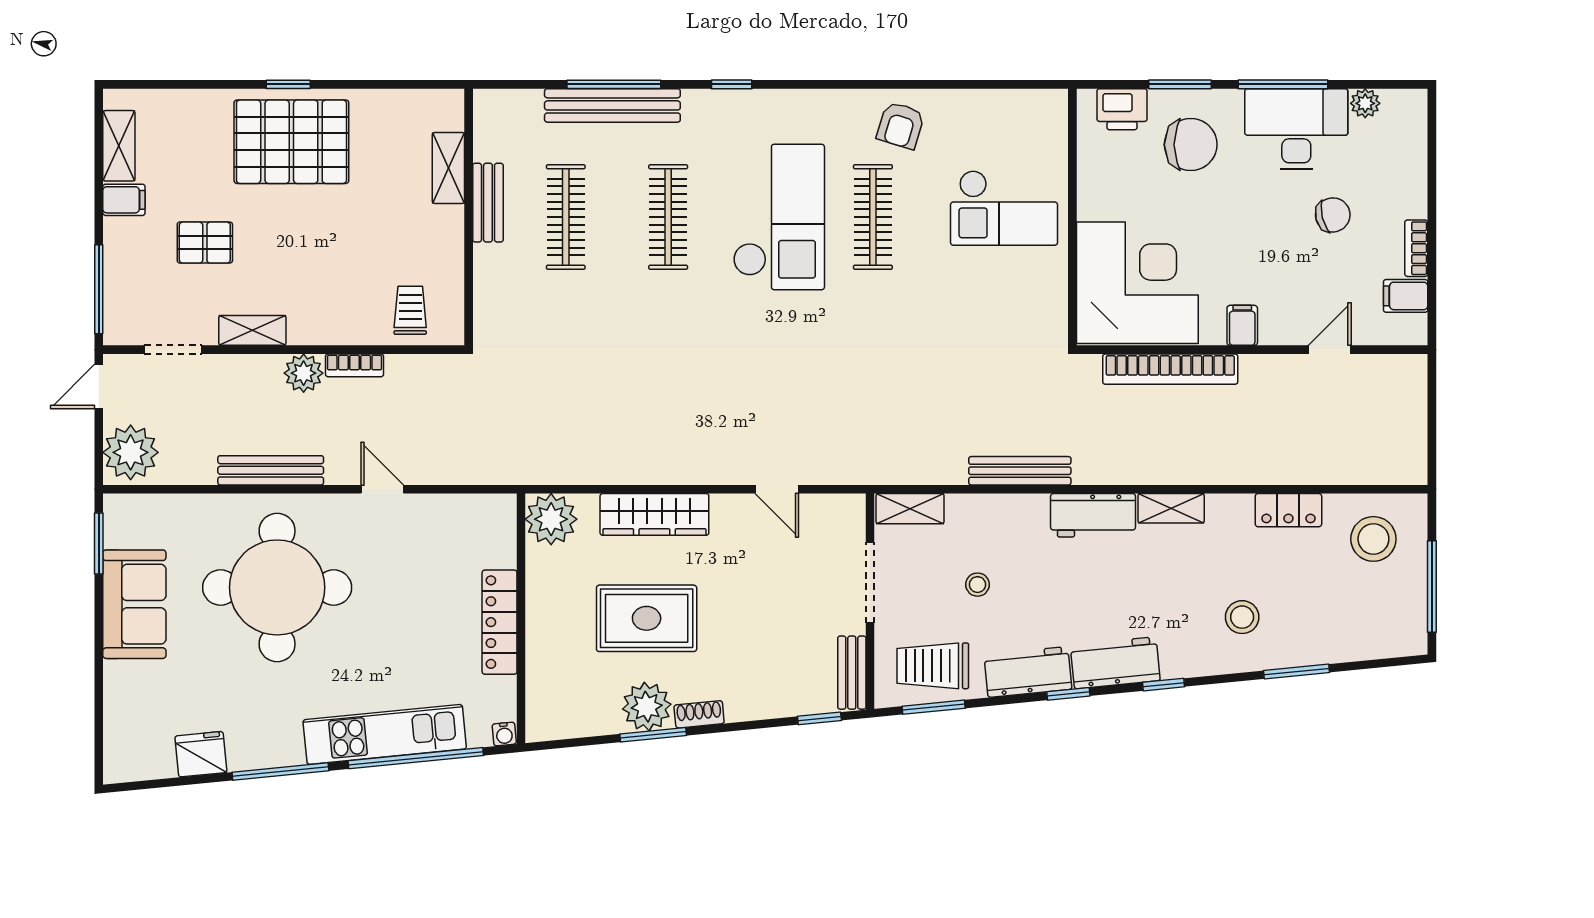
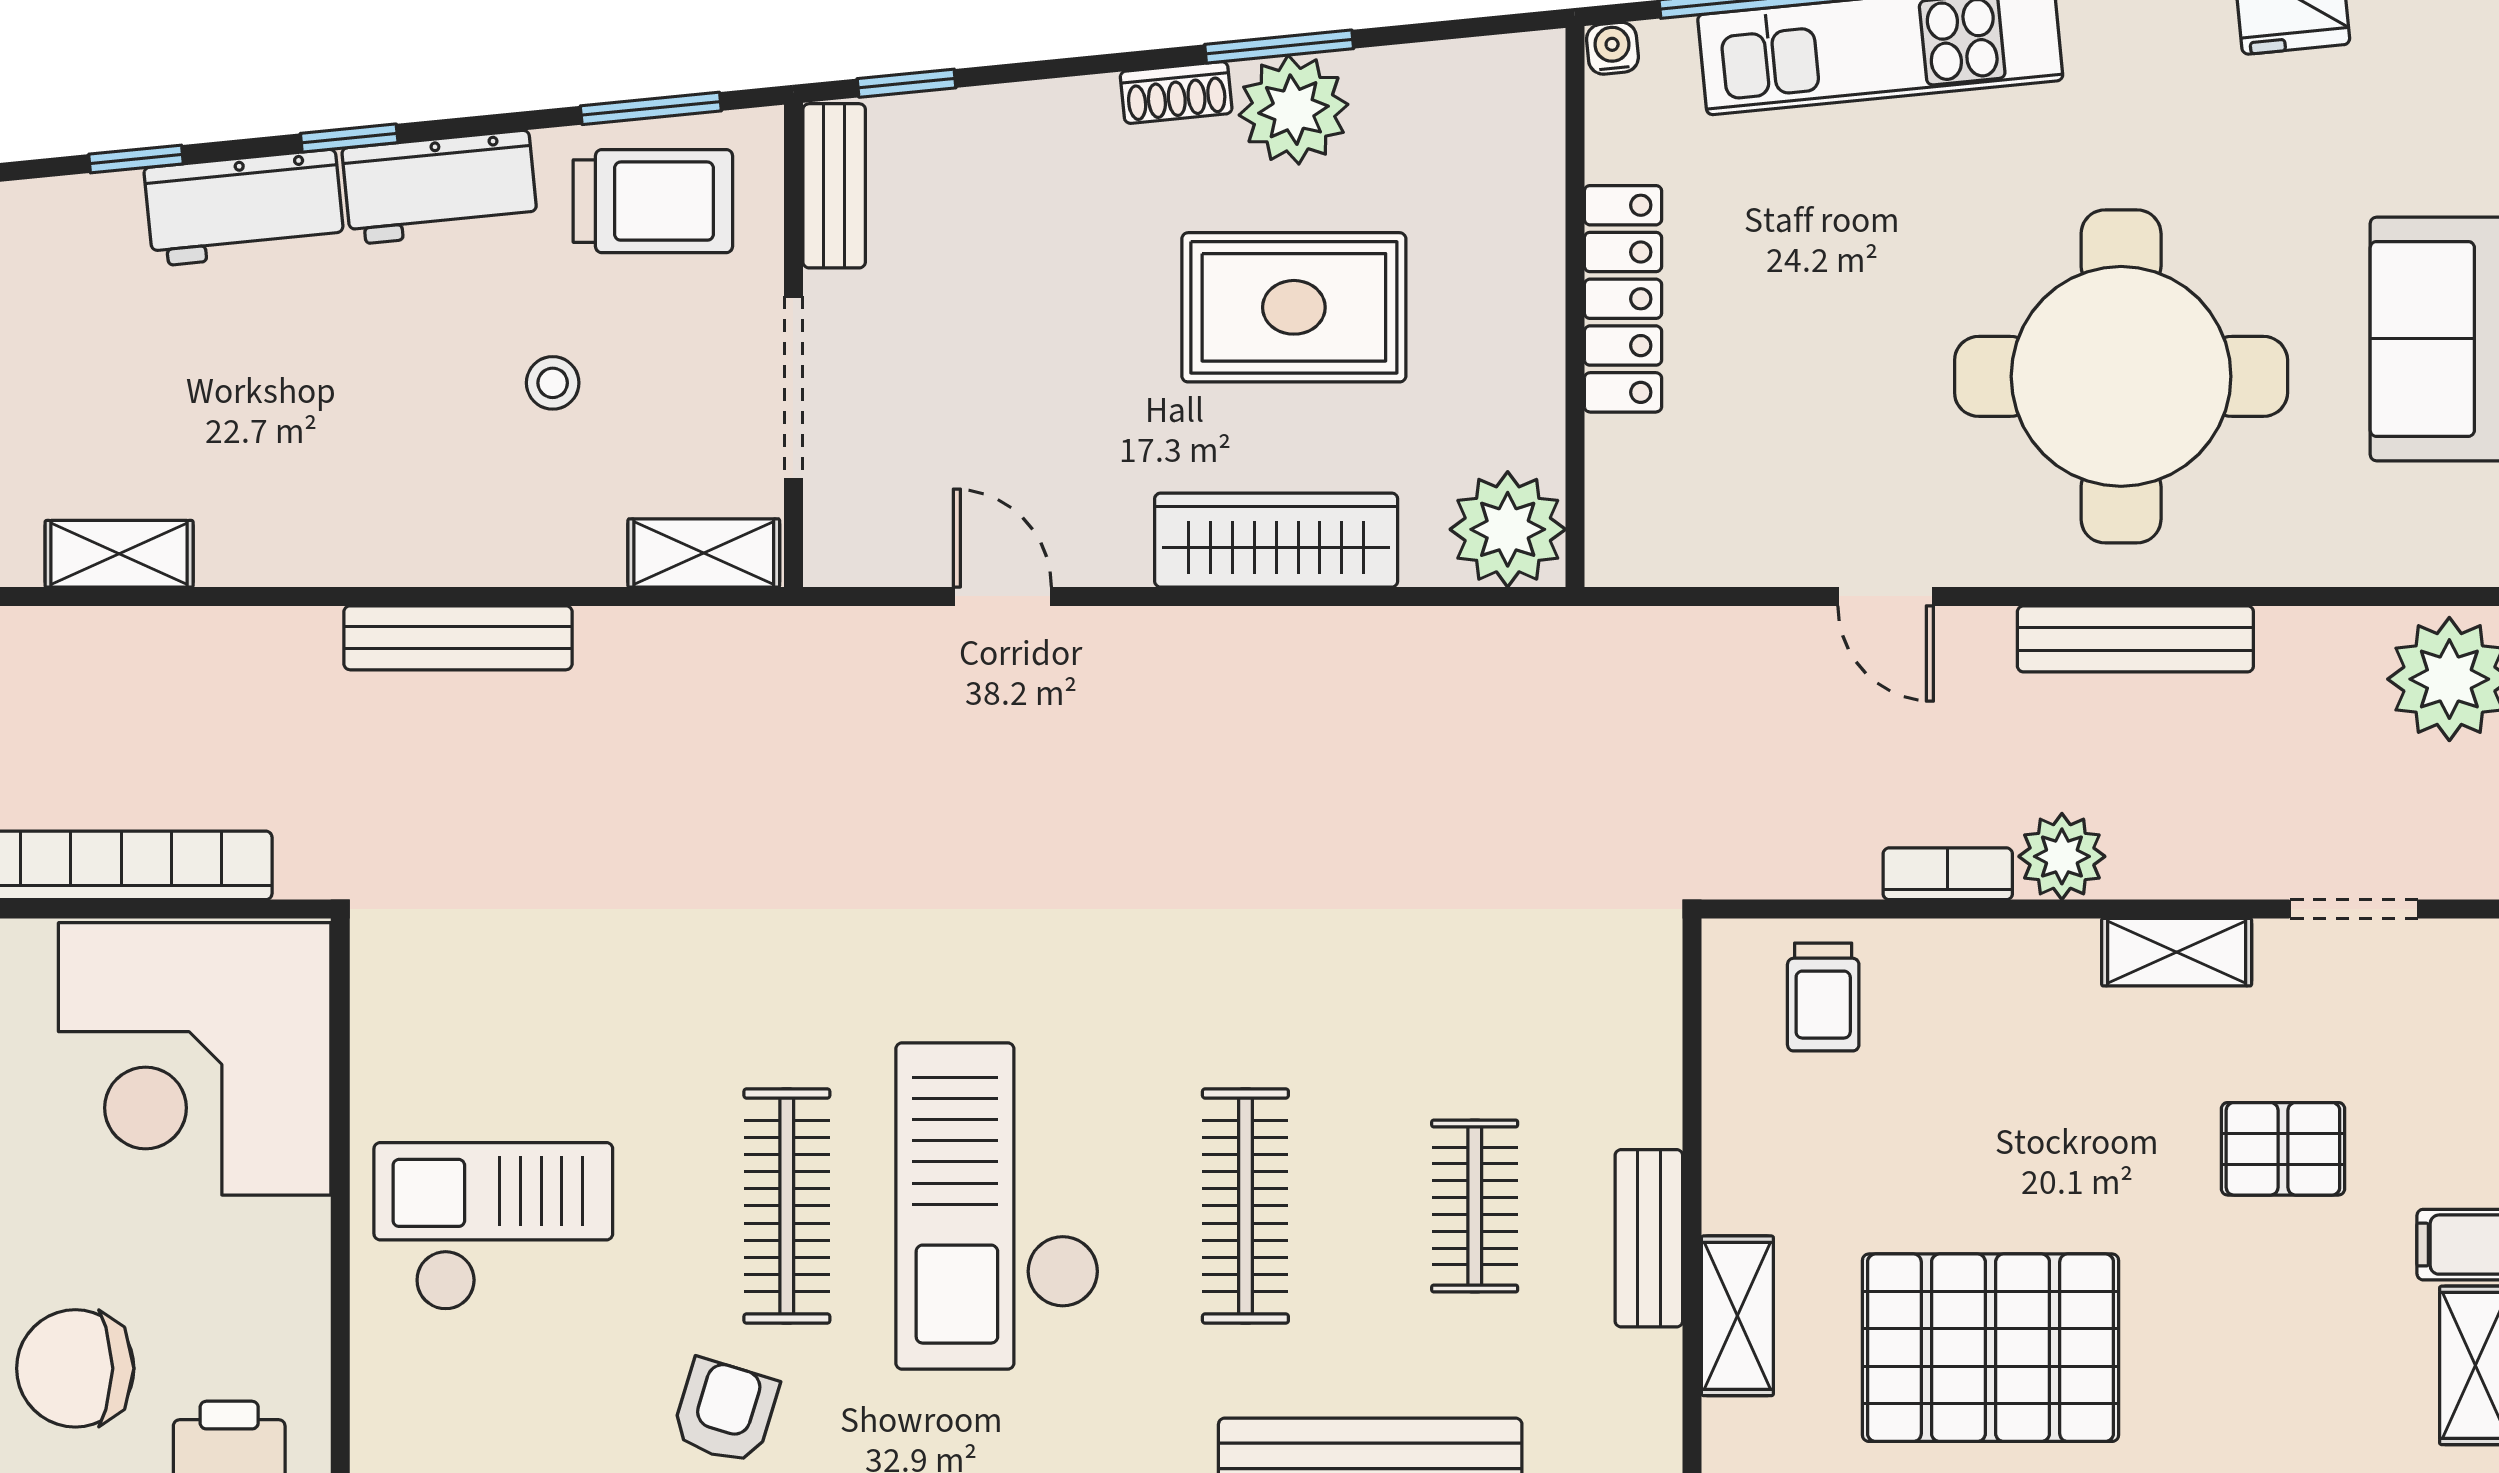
pallet: (291, 142) -> (1990, 1348), moved
clothes rail: (566, 217) -> (1475, 1206), width x0.73
workbench: (1093, 515) -> (294, 538), removed

